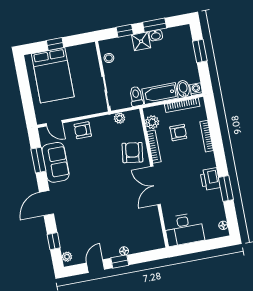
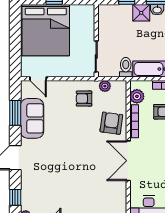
stool: (109, 58) -> (106, 24), removed
bed: (53, 75) -> (46, 30), width x1.36
armchair: (83, 130) -> (84, 99), moved

